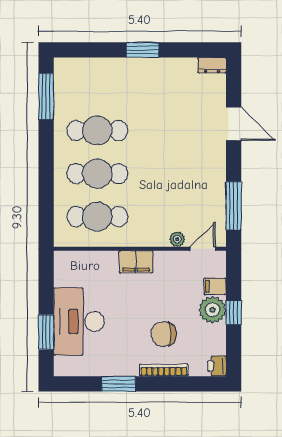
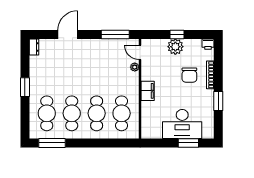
cafe table: (97, 87) -> (47, 113), added
filing cabinet: (215, 286) -> (162, 45), removed

